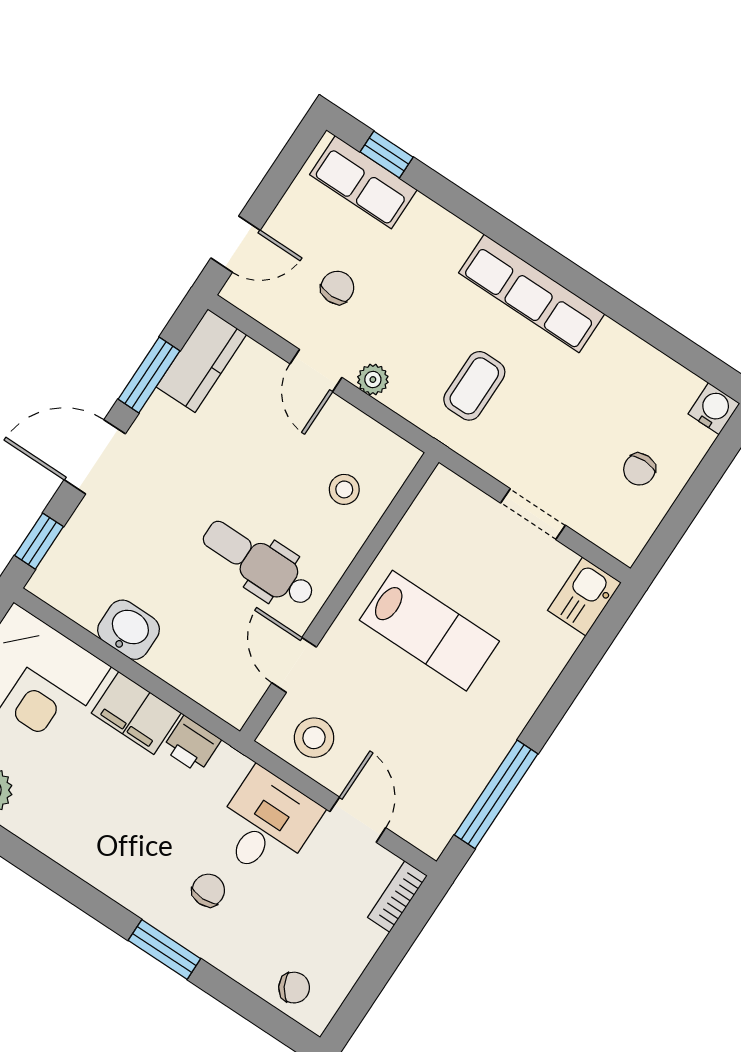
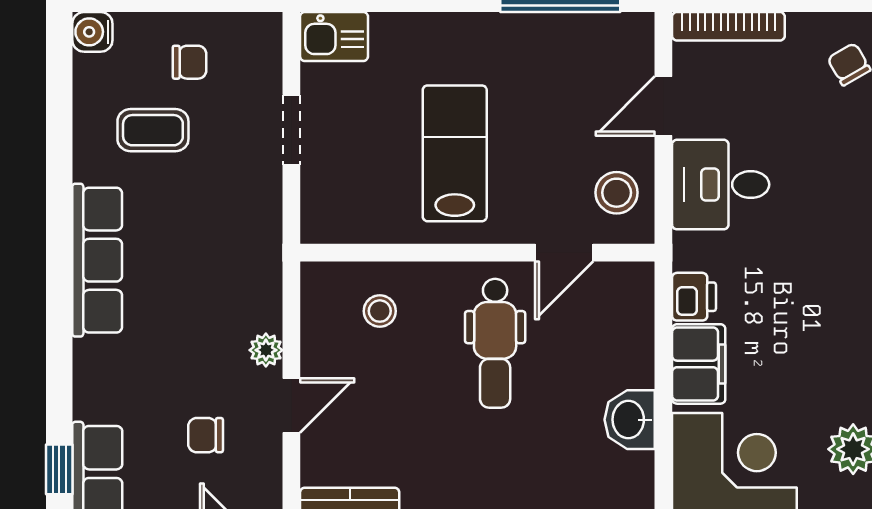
coffee table: (474, 386) -> (153, 130), moved
chair: (208, 890) -> (813, 197), removed
bookcase: (397, 897) -> (728, 26), width x1.56

